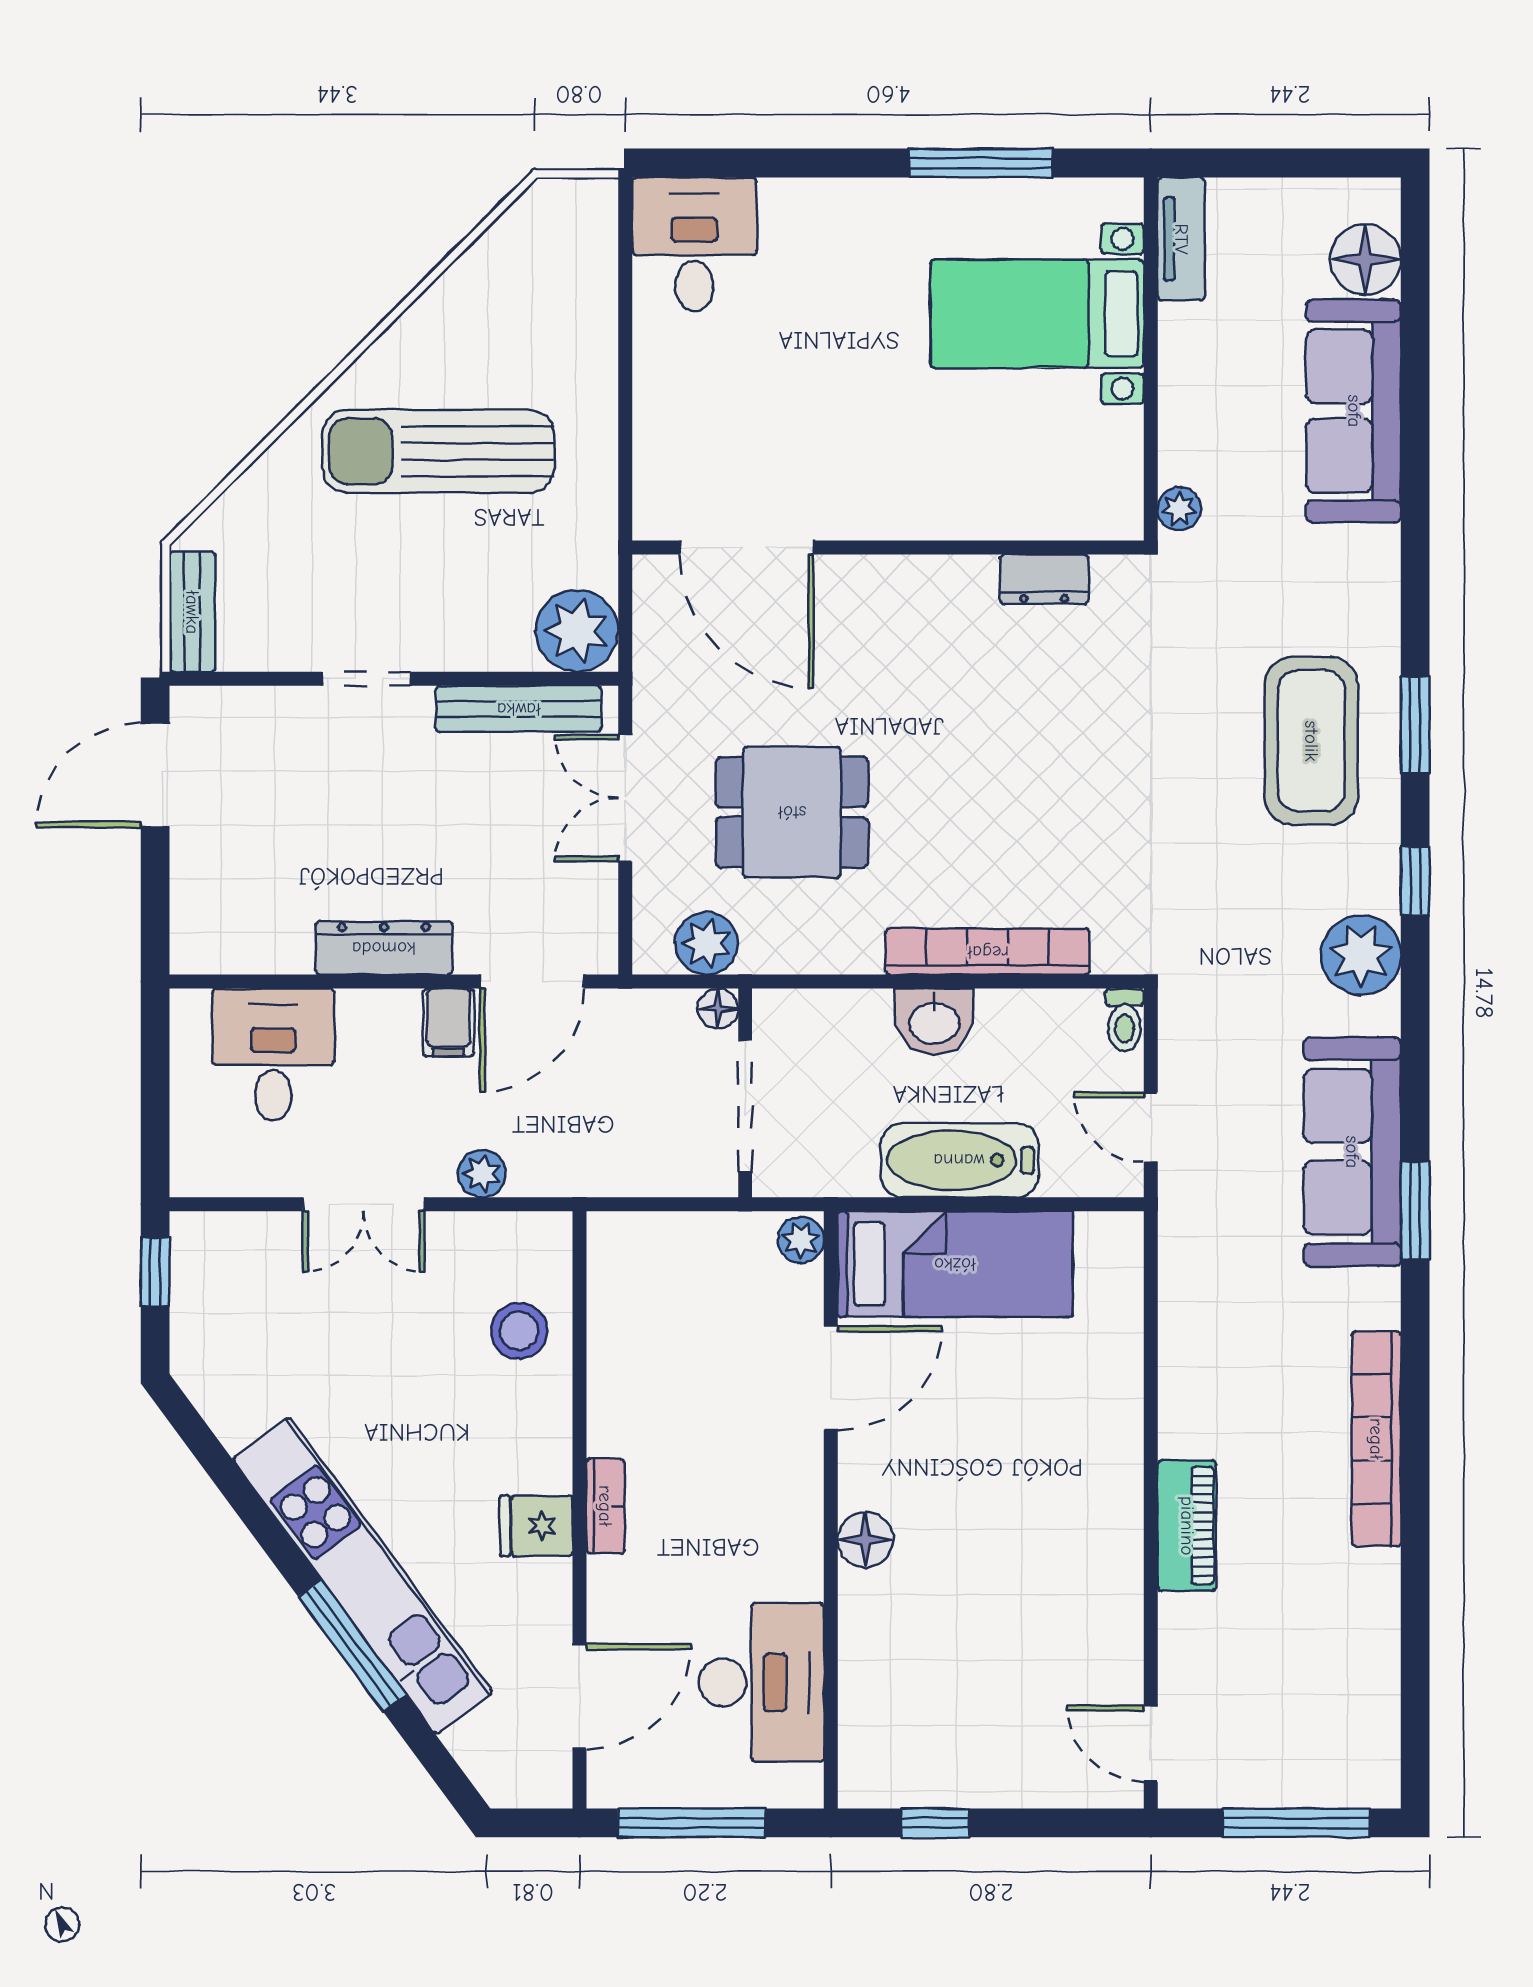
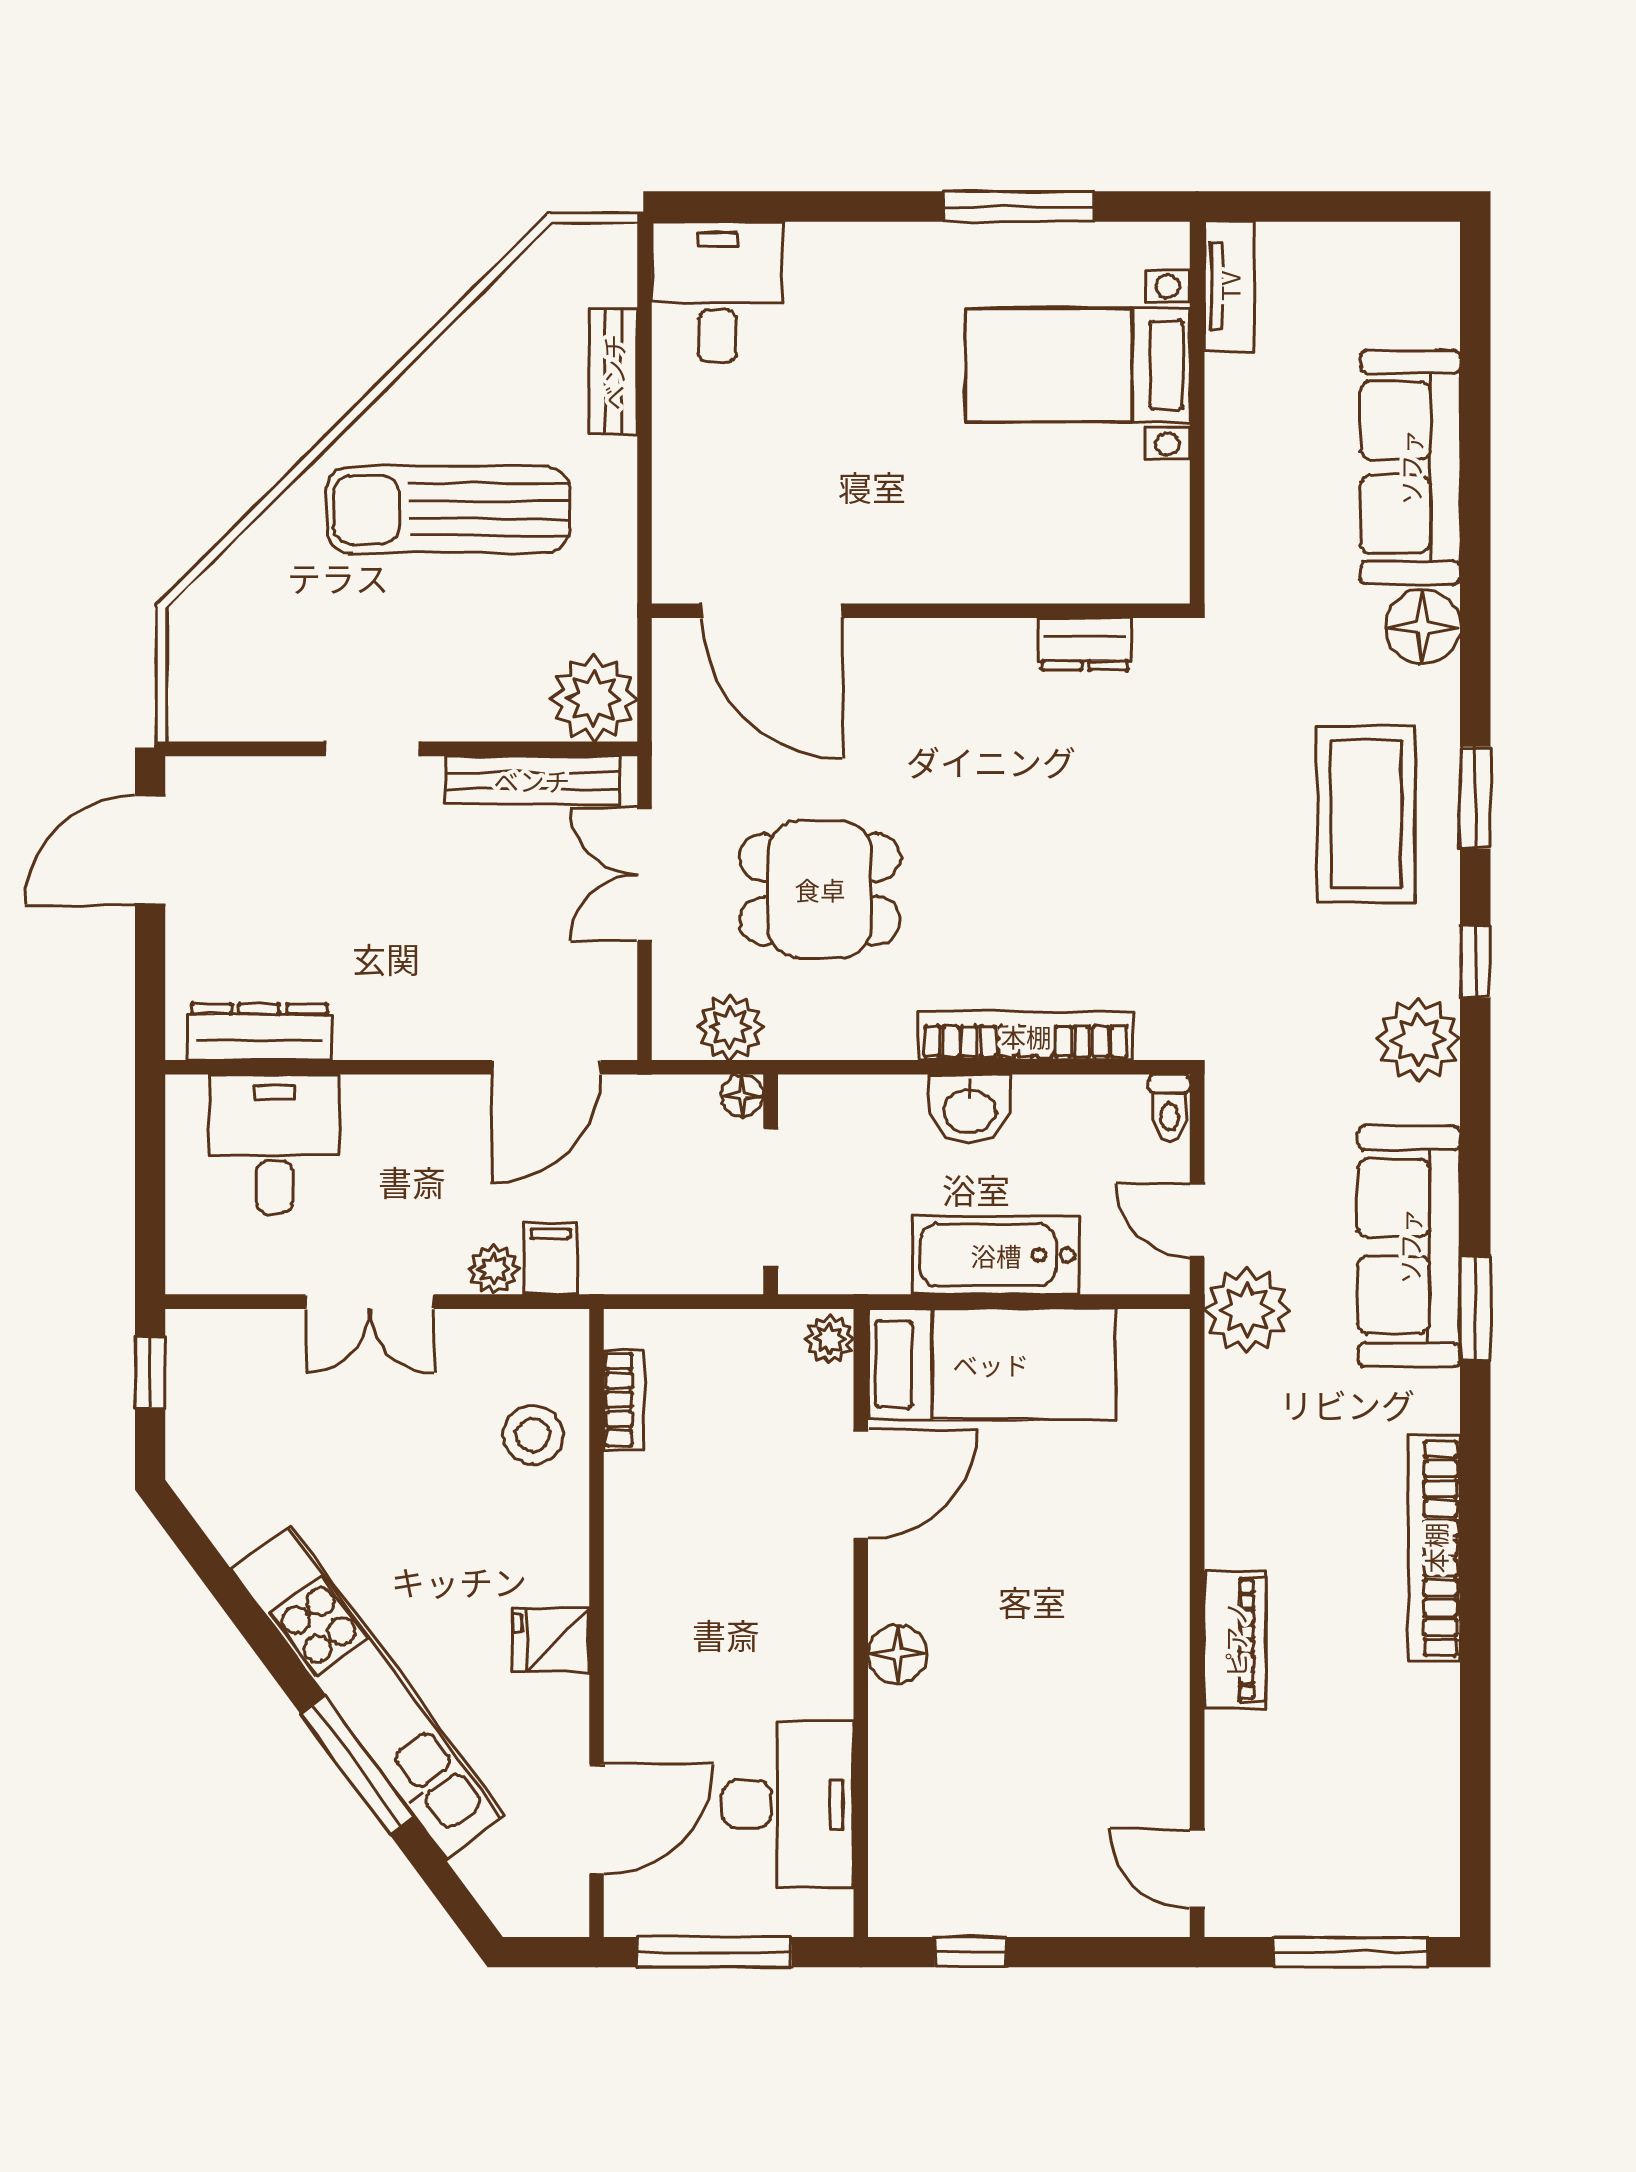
floor lamp: (1365, 259) -> (1423, 627), moved
plant: (1179, 509) -> (1247, 1310), moved, width x1.87, depth x1.87
bench: (192, 612) -> (613, 372), moved
dresser: (384, 948) -> (259, 1032), moved
filing cabinet: (448, 1022) -> (550, 1259), moved, turned 180
bookcase: (605, 1506) -> (624, 1400), moved

